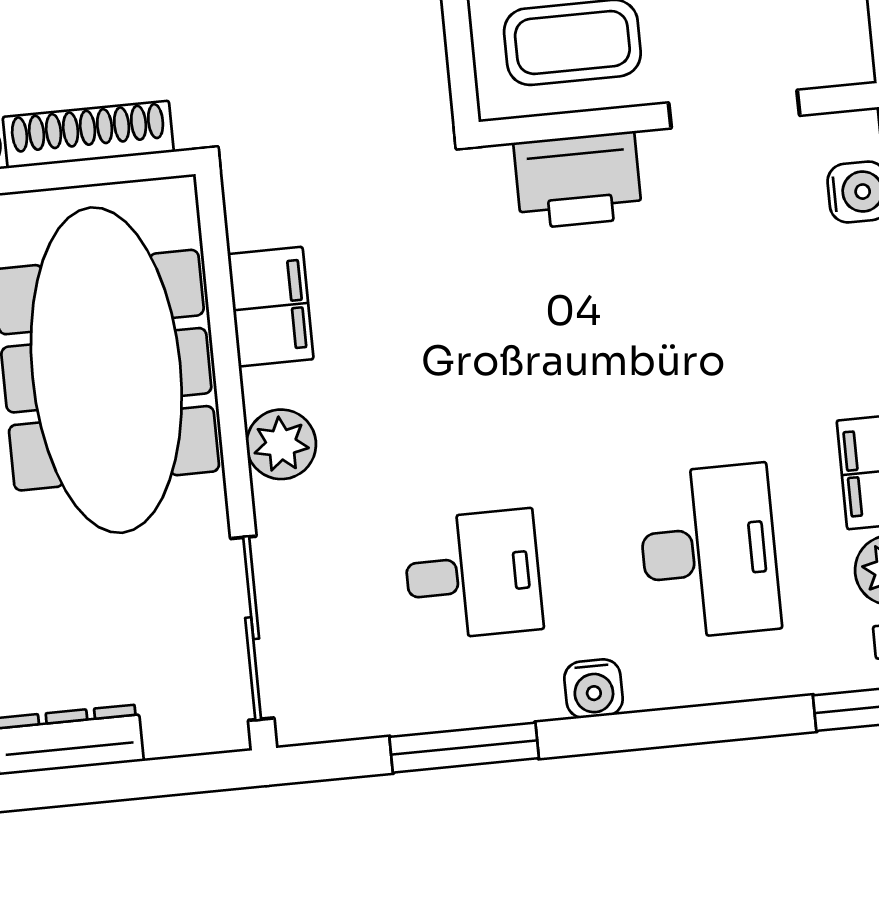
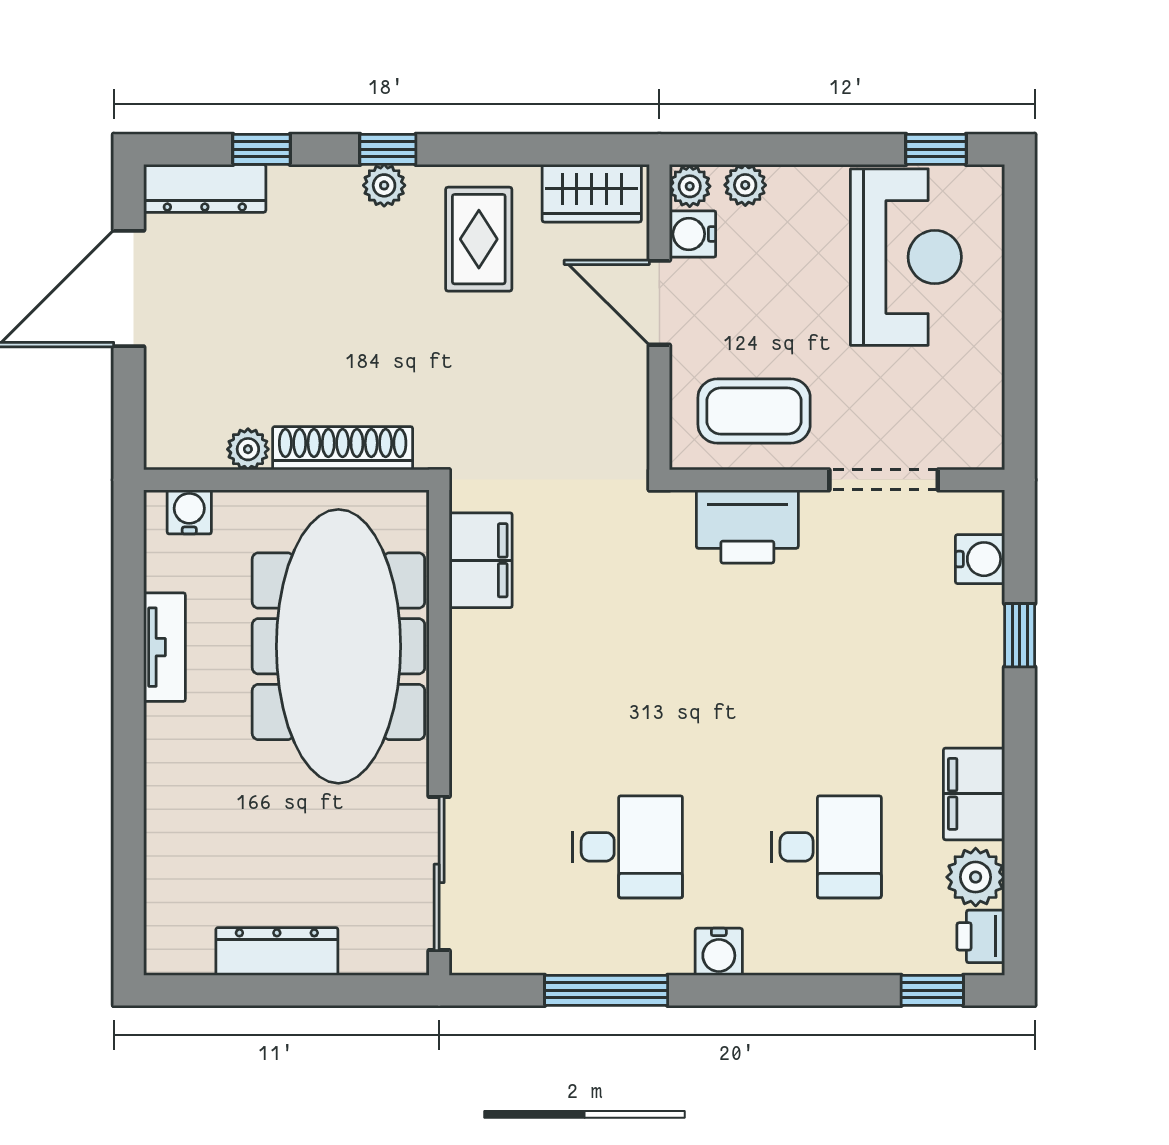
filing cabinet: (271, 307) -> (481, 560), moved
plant: (281, 444) -> (478, 722), removed
desk: (709, 552) -> (826, 847), width x0.73

